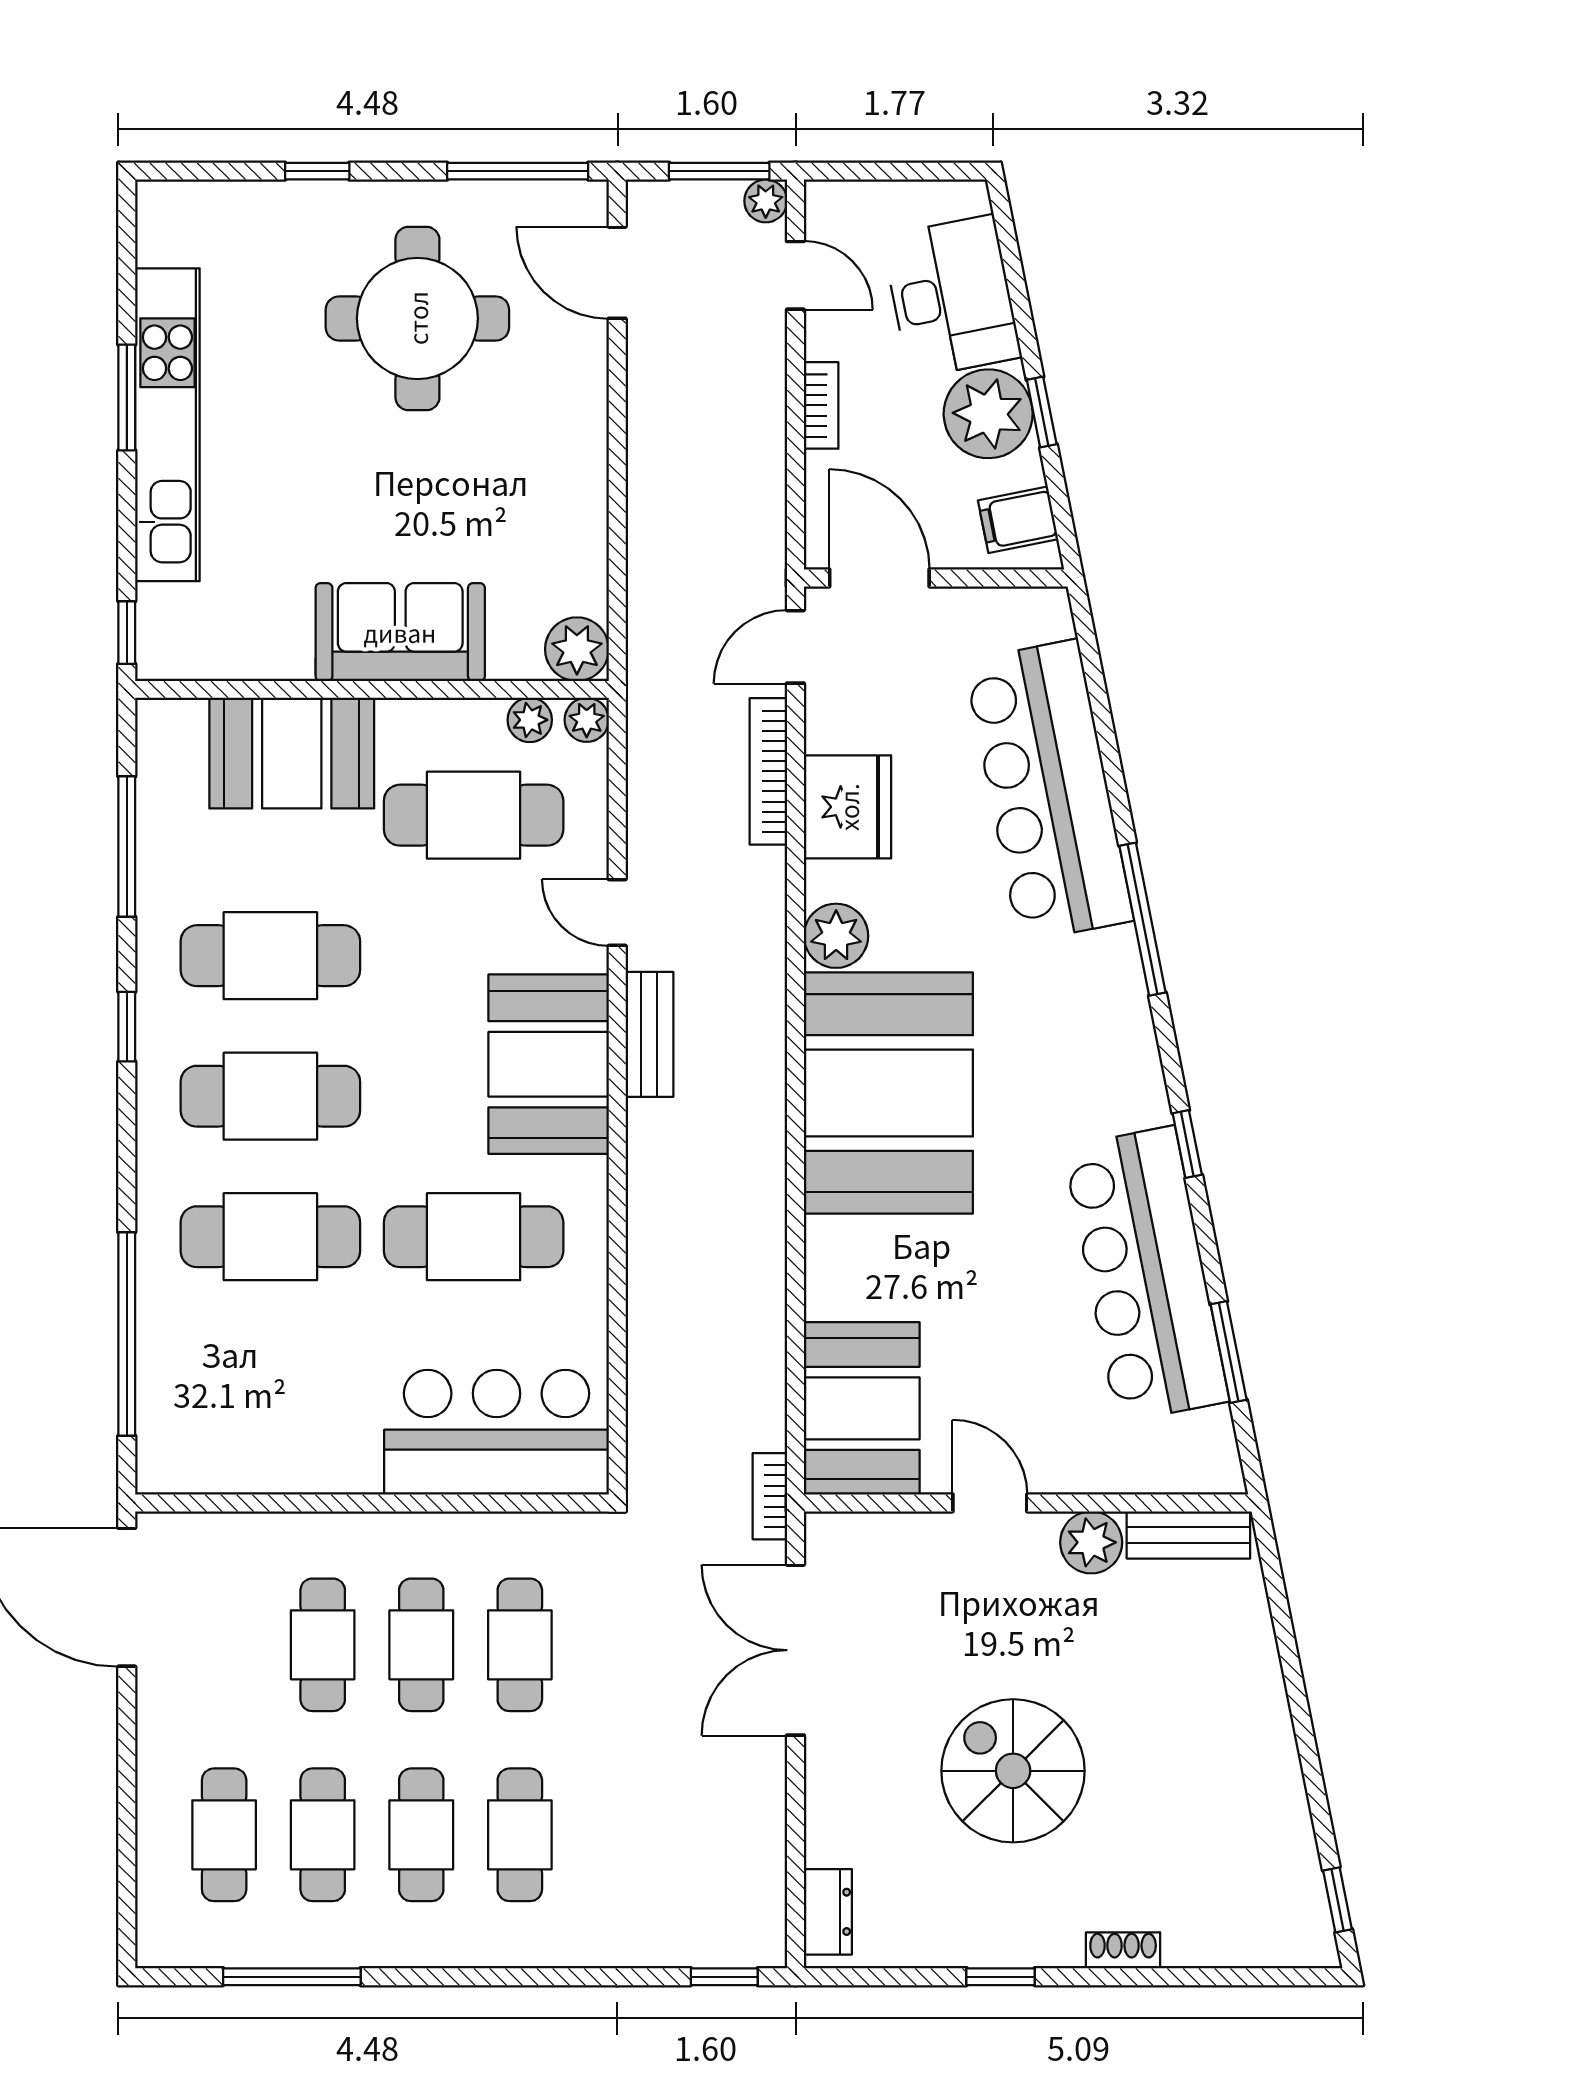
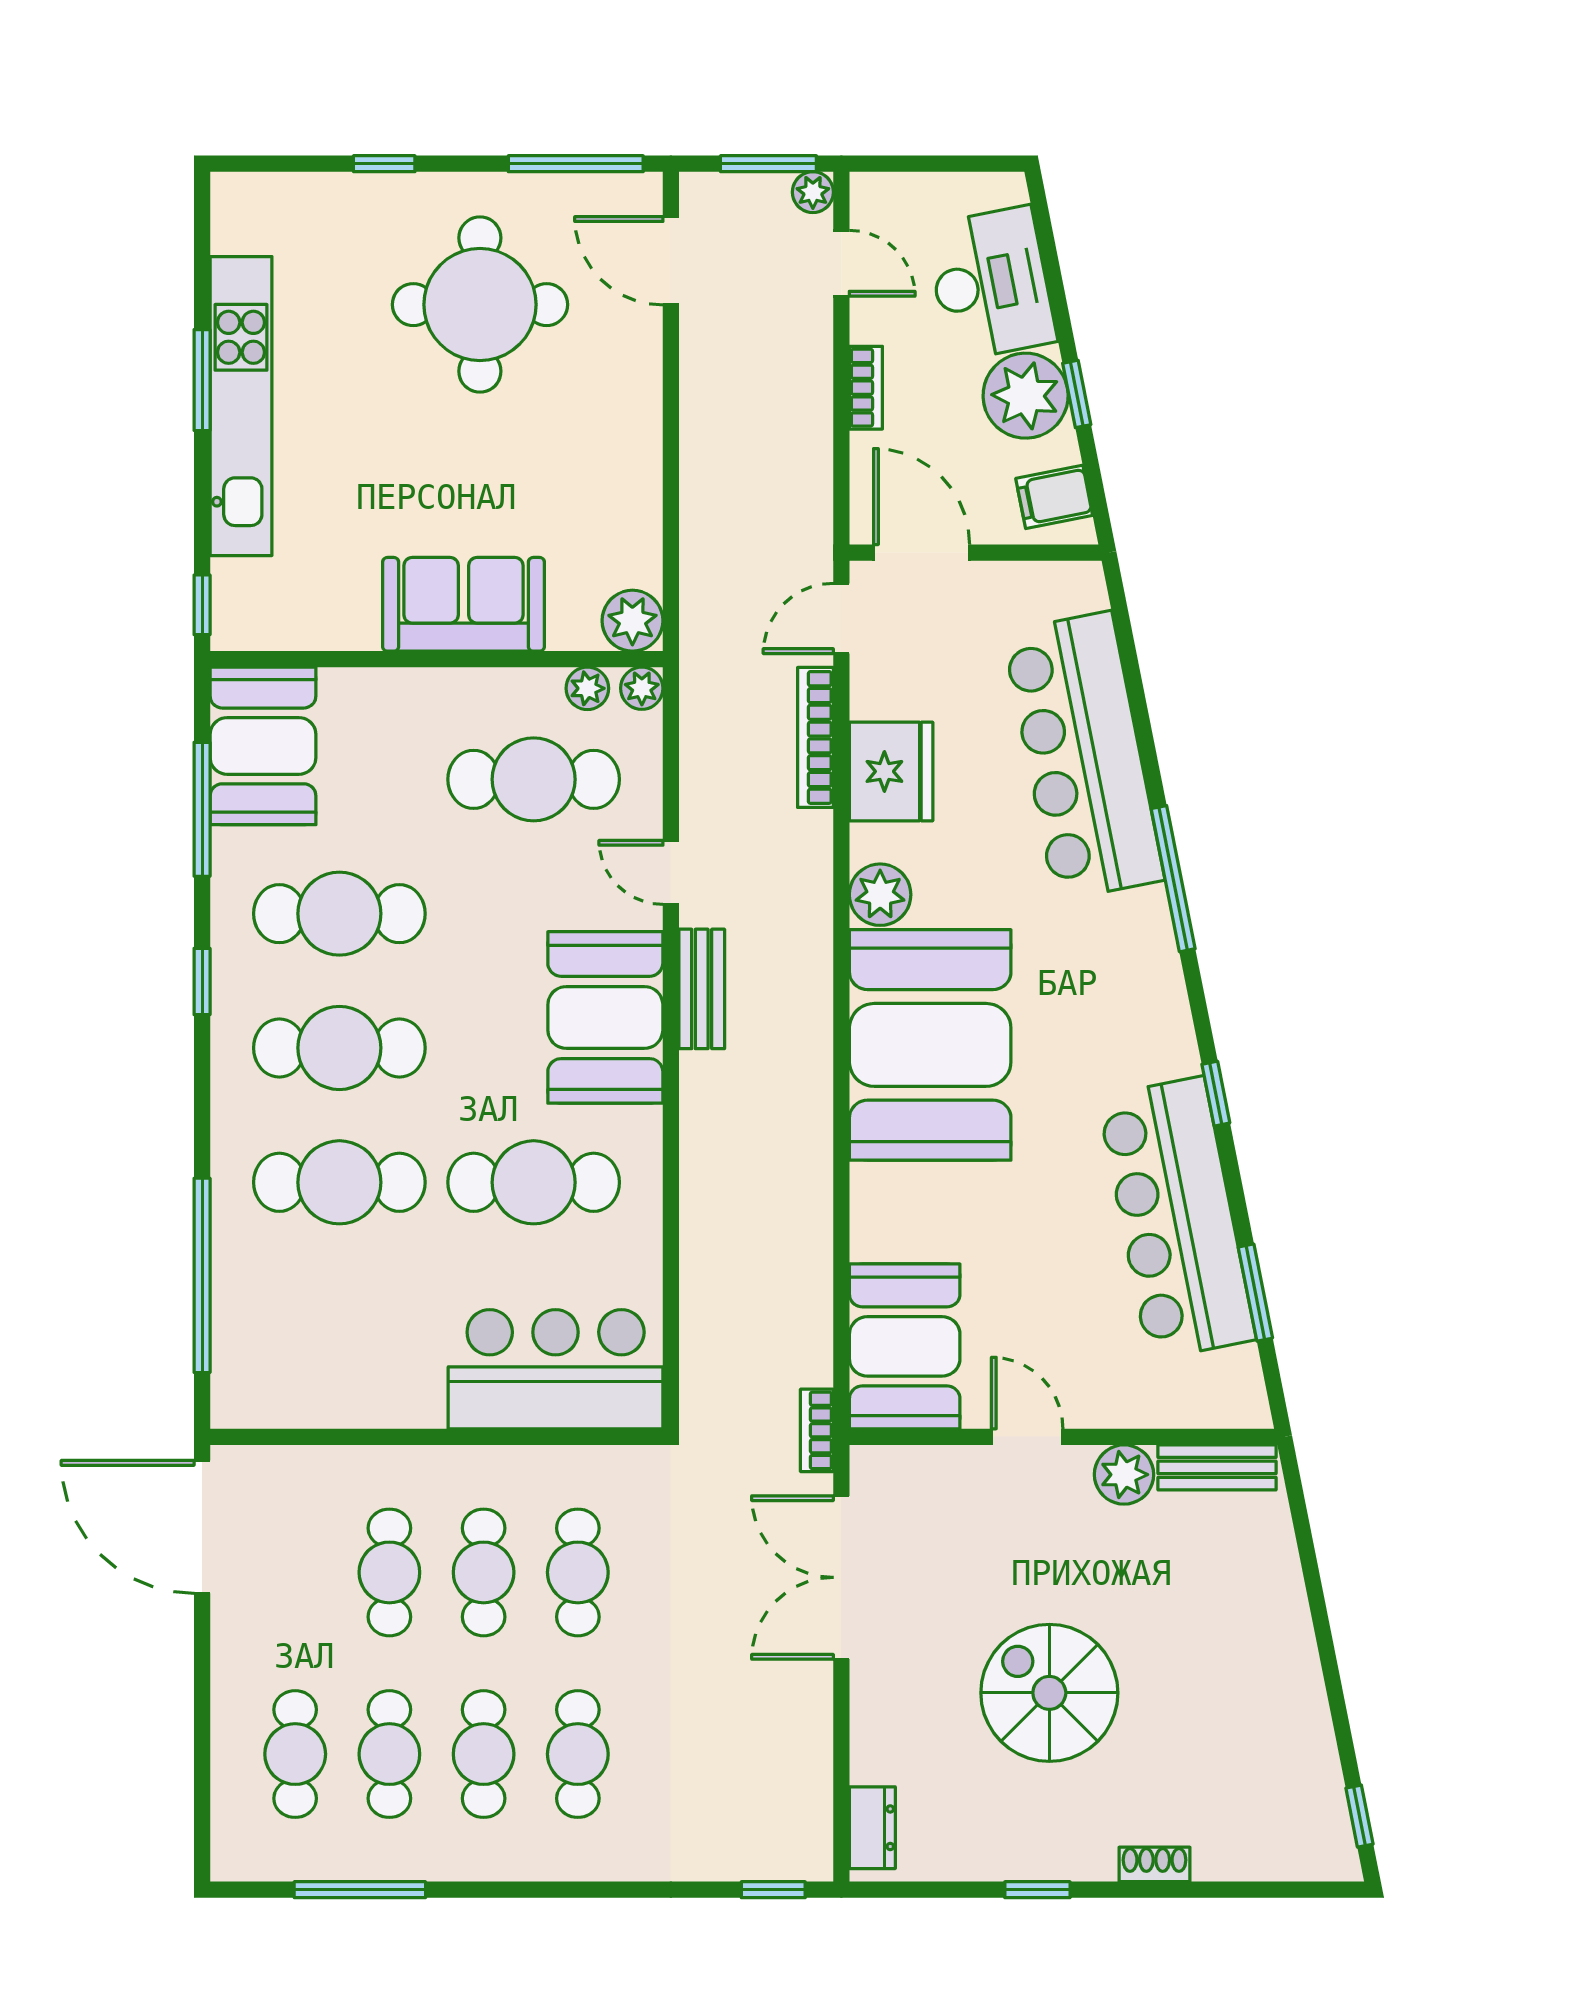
booth: (292, 753) -> (263, 746), moved, turned 90

